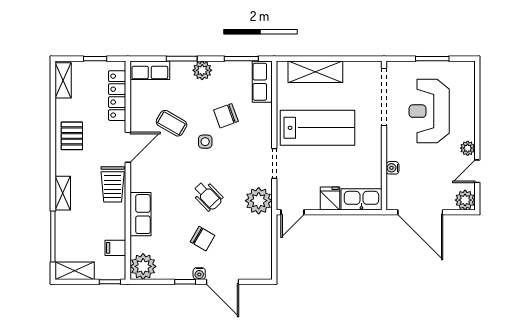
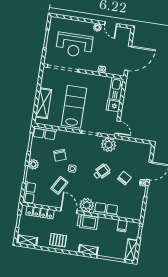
plant: (465, 200) -> (125, 33), removed
plant: (143, 266) -> (87, 205), moved

